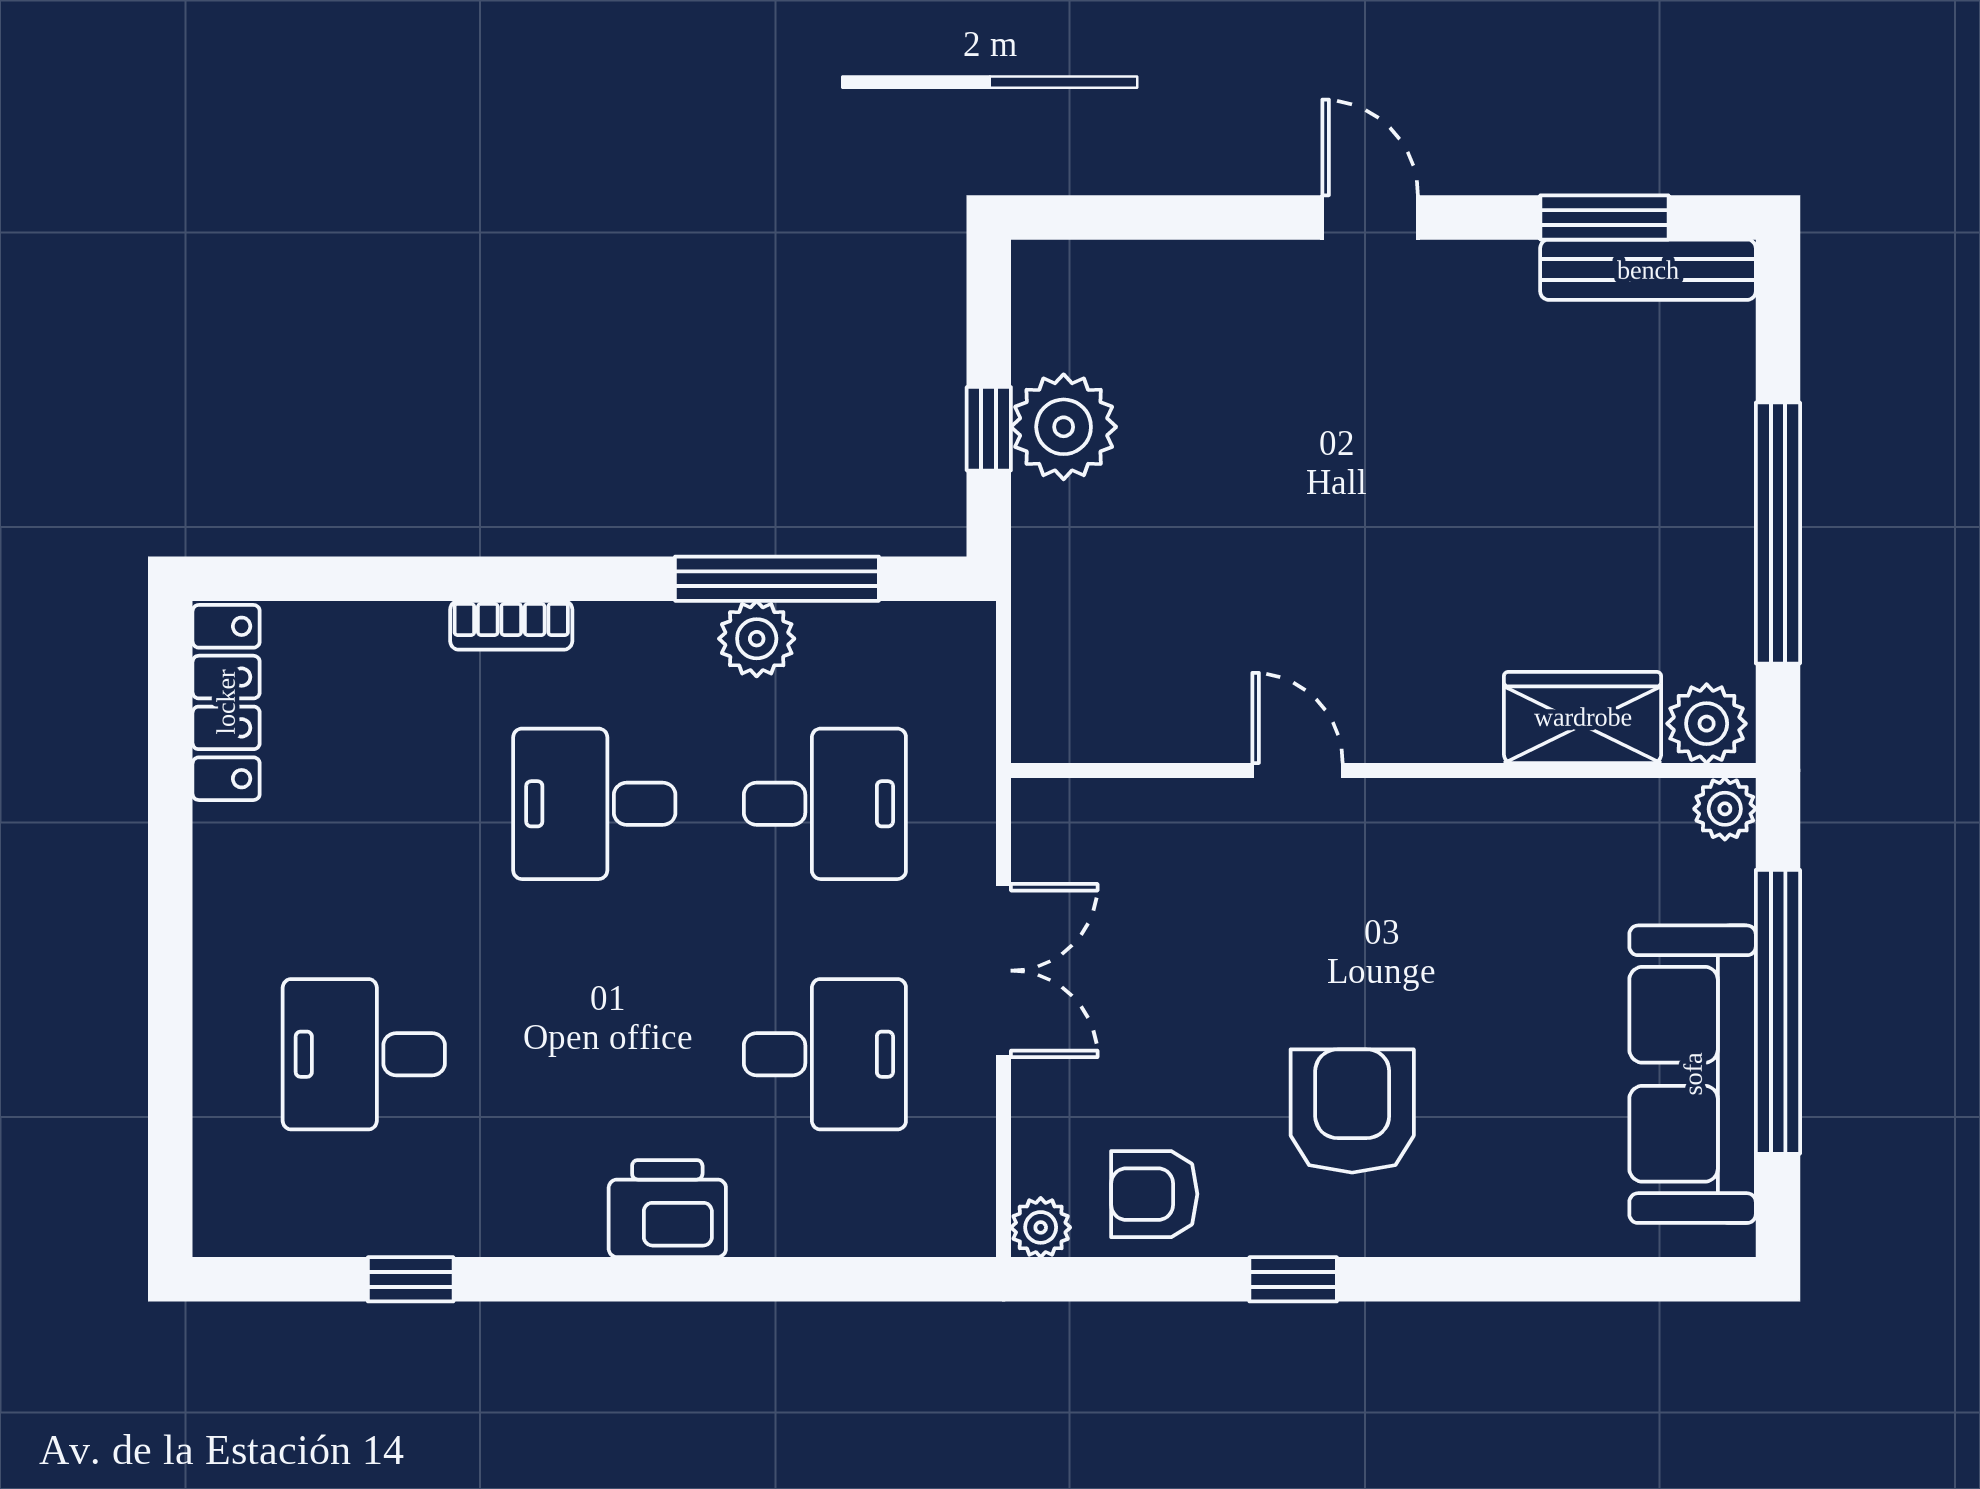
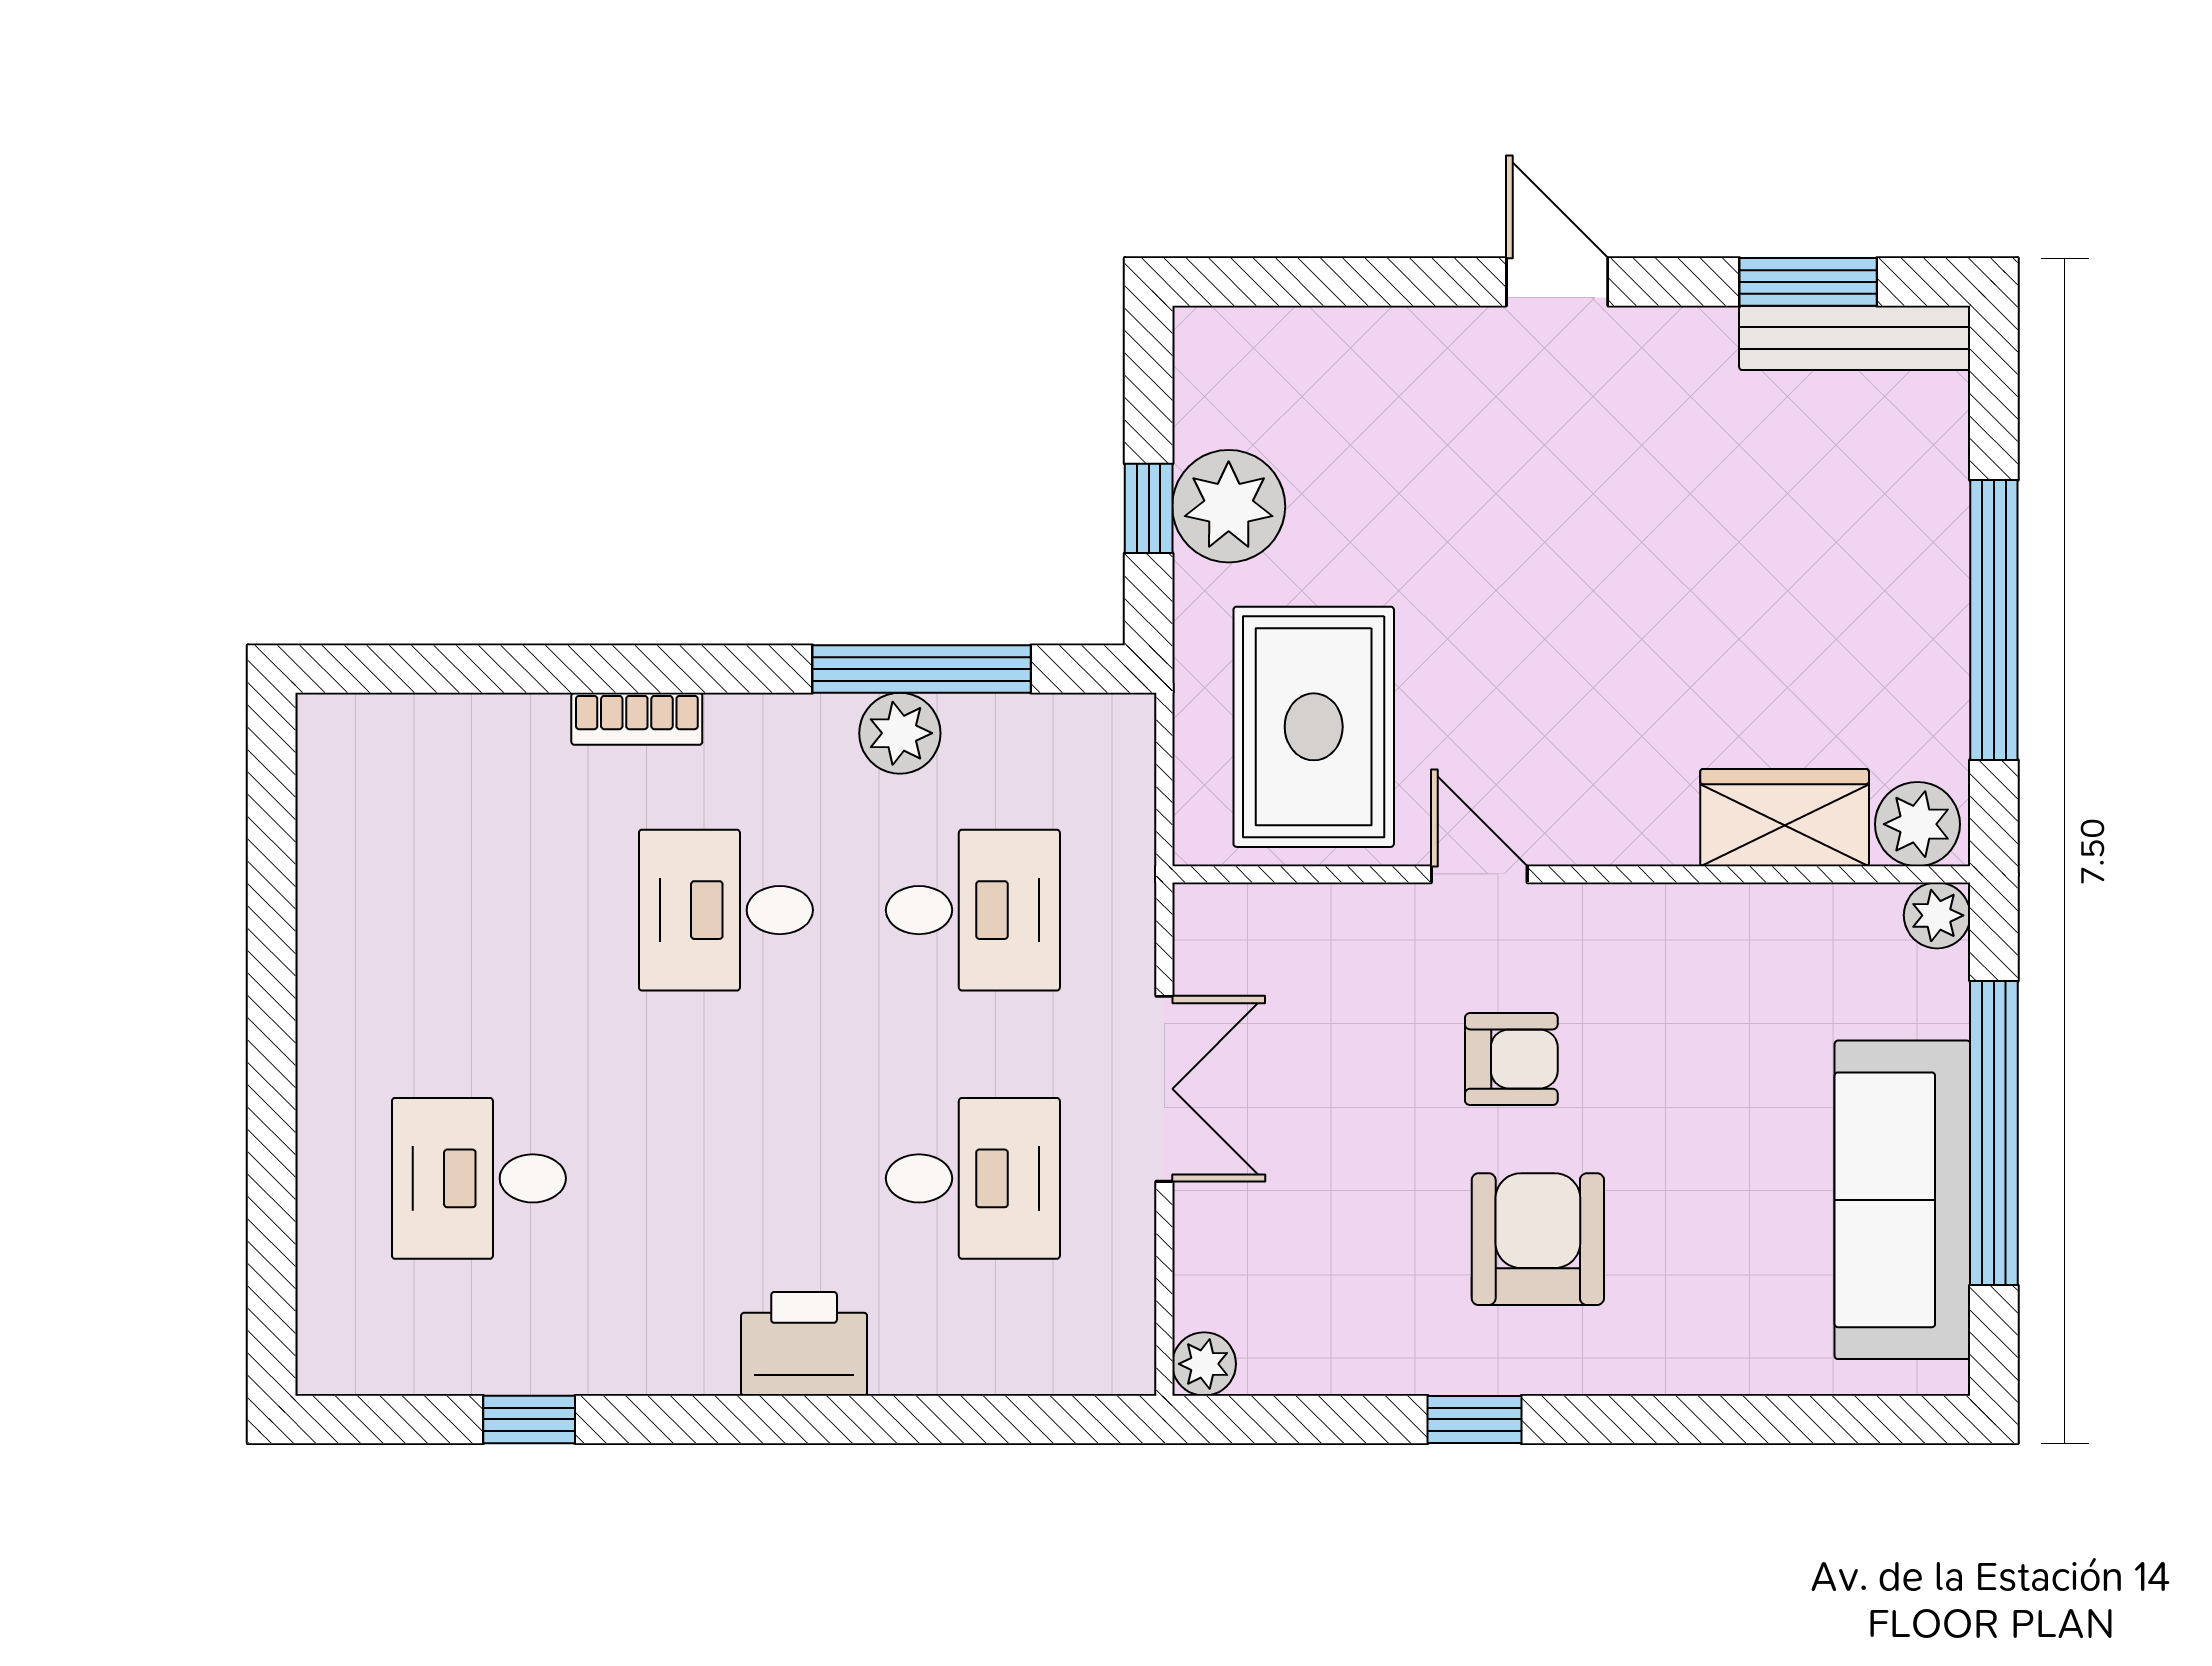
rug: (1143, 633) -> (1314, 727), added
locker: (226, 702) -> (331, 802), removed
armchair: (1154, 1194) -> (1511, 1059), moved, turned 180

